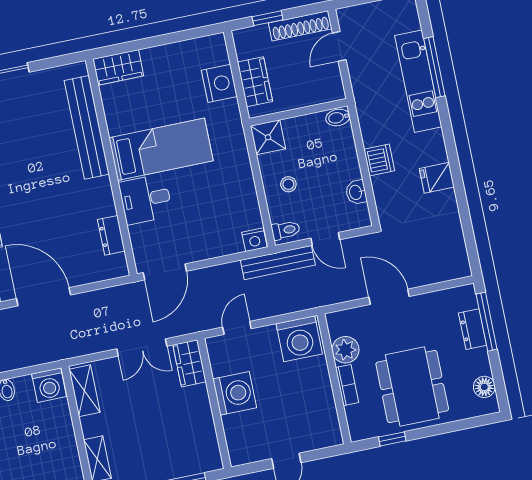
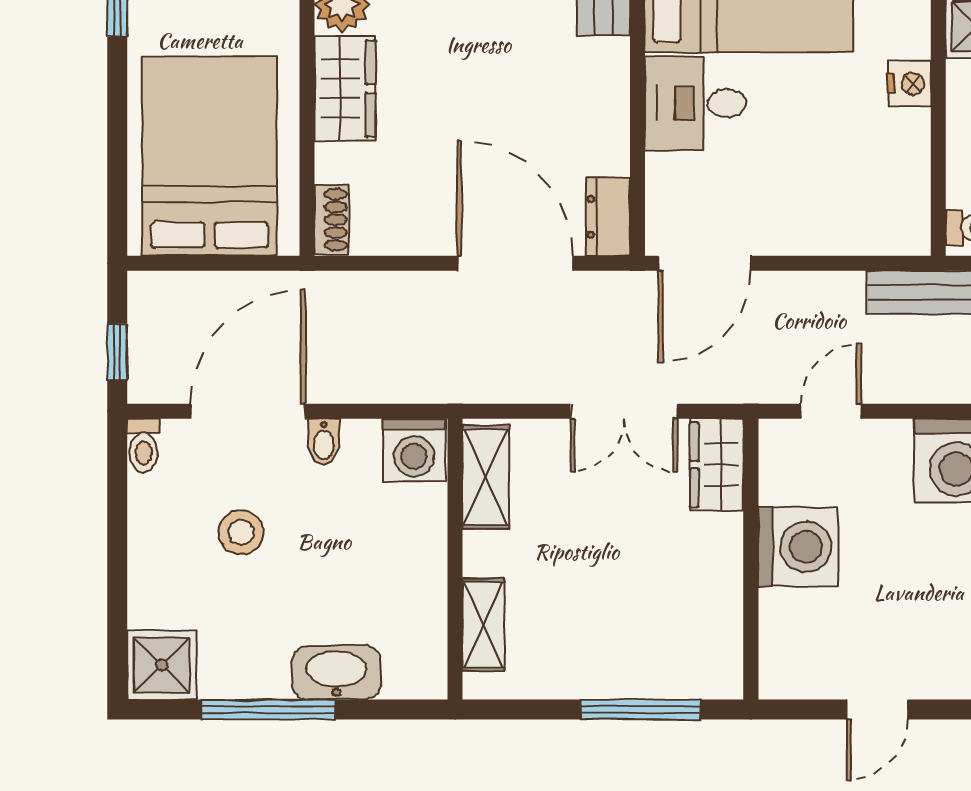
dresser: (111, 235) -> (608, 217), moved
nightstand: (254, 240) -> (909, 84), moved, turned -90
door: (44, 297) -> (515, 263), moved

